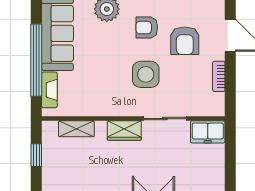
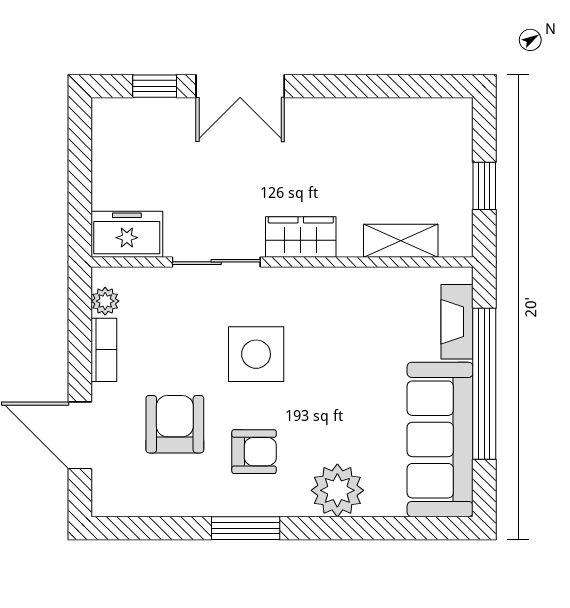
plant: (218, 100) -> (105, 301), added

